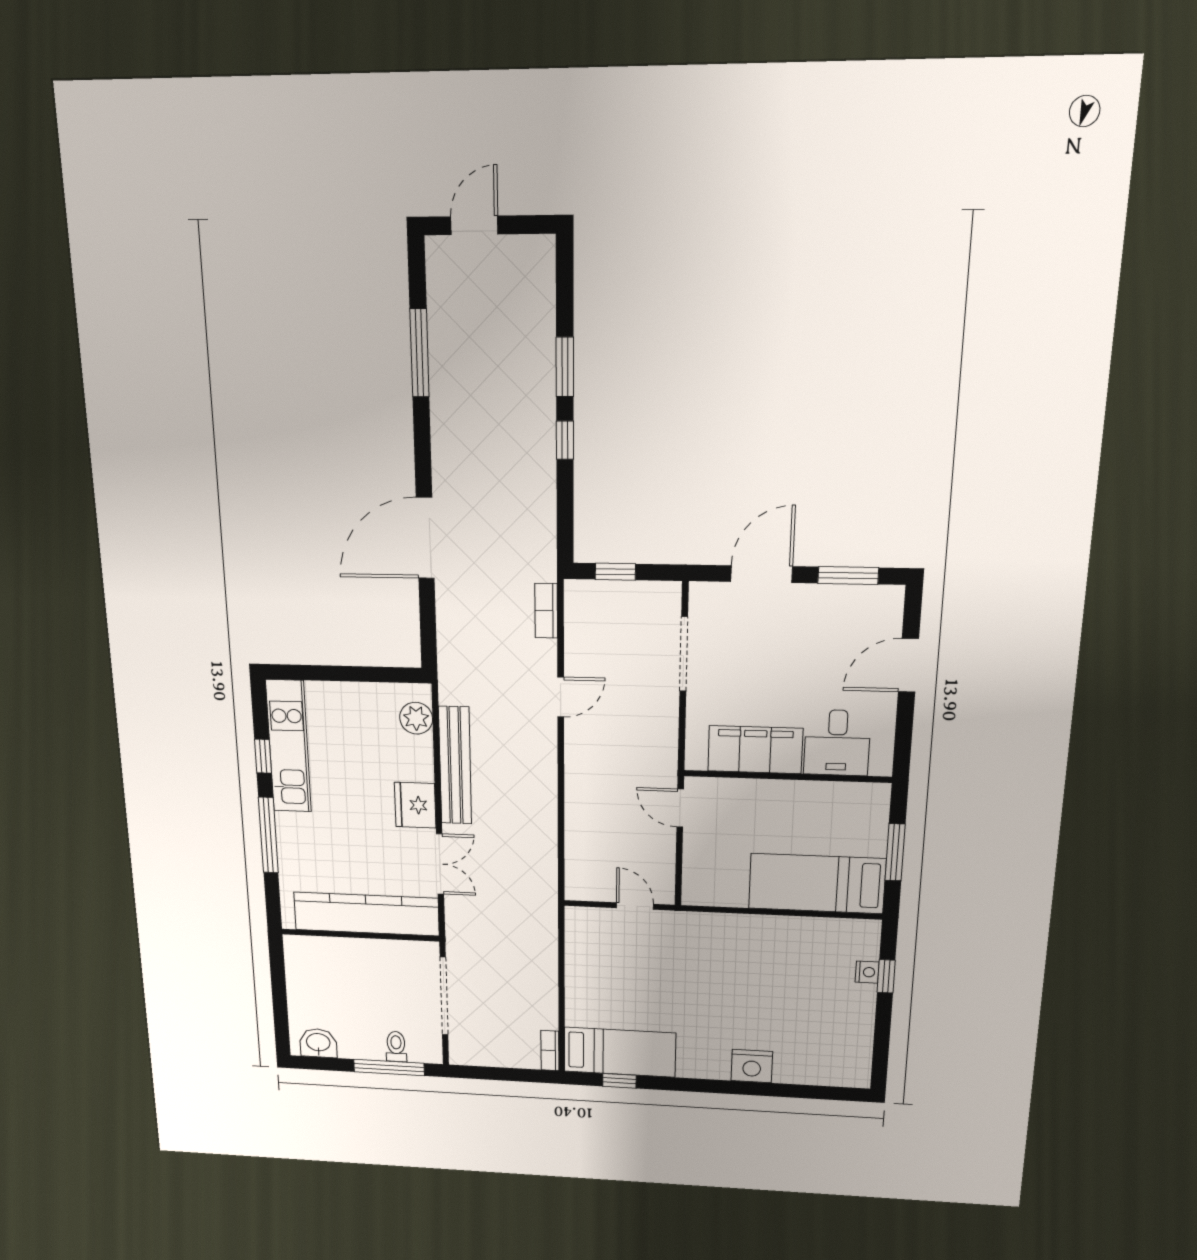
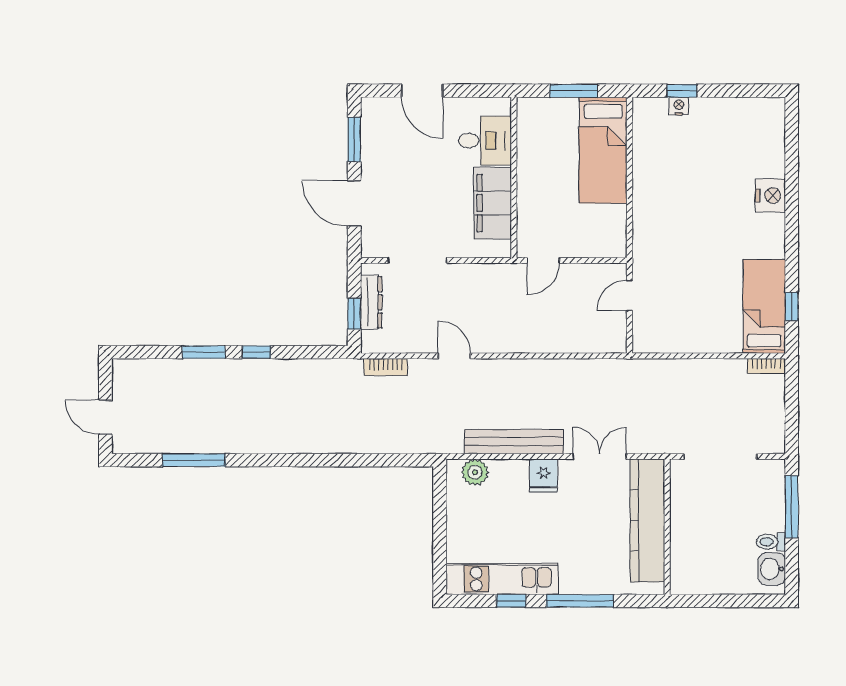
door: (425, 538) -> (331, 460), removed
dresser: (630, 594) -> (371, 302), added
fridge: (415, 805) -> (543, 476), width x0.72
toilet: (396, 1047) -> (771, 542), moved

